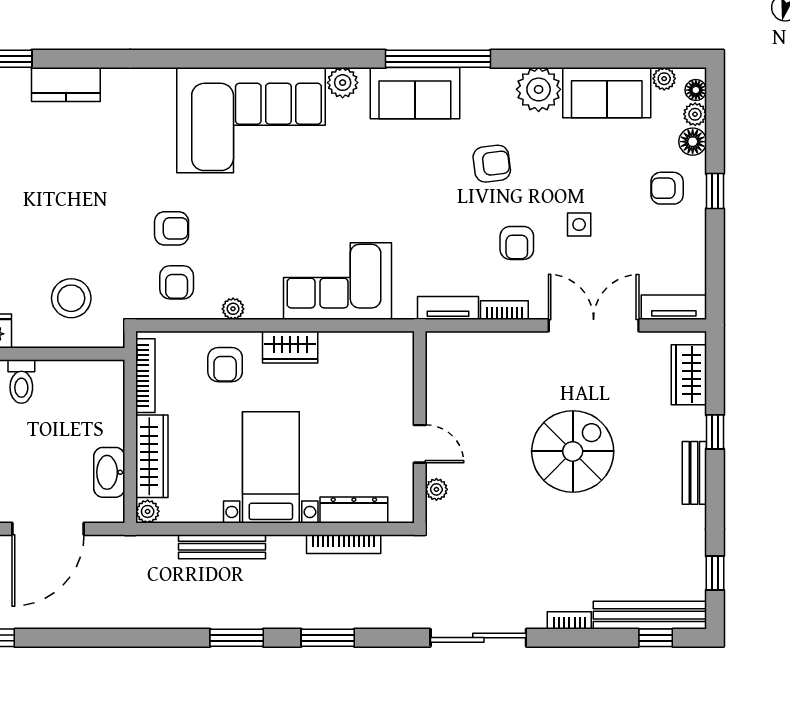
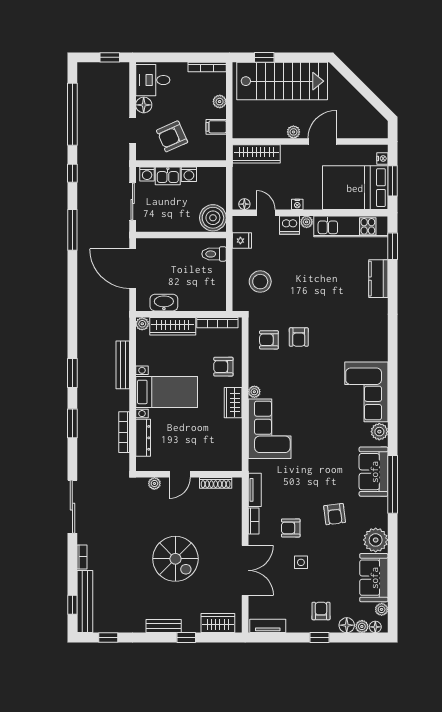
corner sofa: (251, 120) -> (366, 392), width x0.73, depth x0.74
tv unit: (674, 307) -> (268, 626), moved, turned -90
plant: (233, 309) -> (254, 392), moved
shoe rack: (435, 379) -> (216, 483), added

